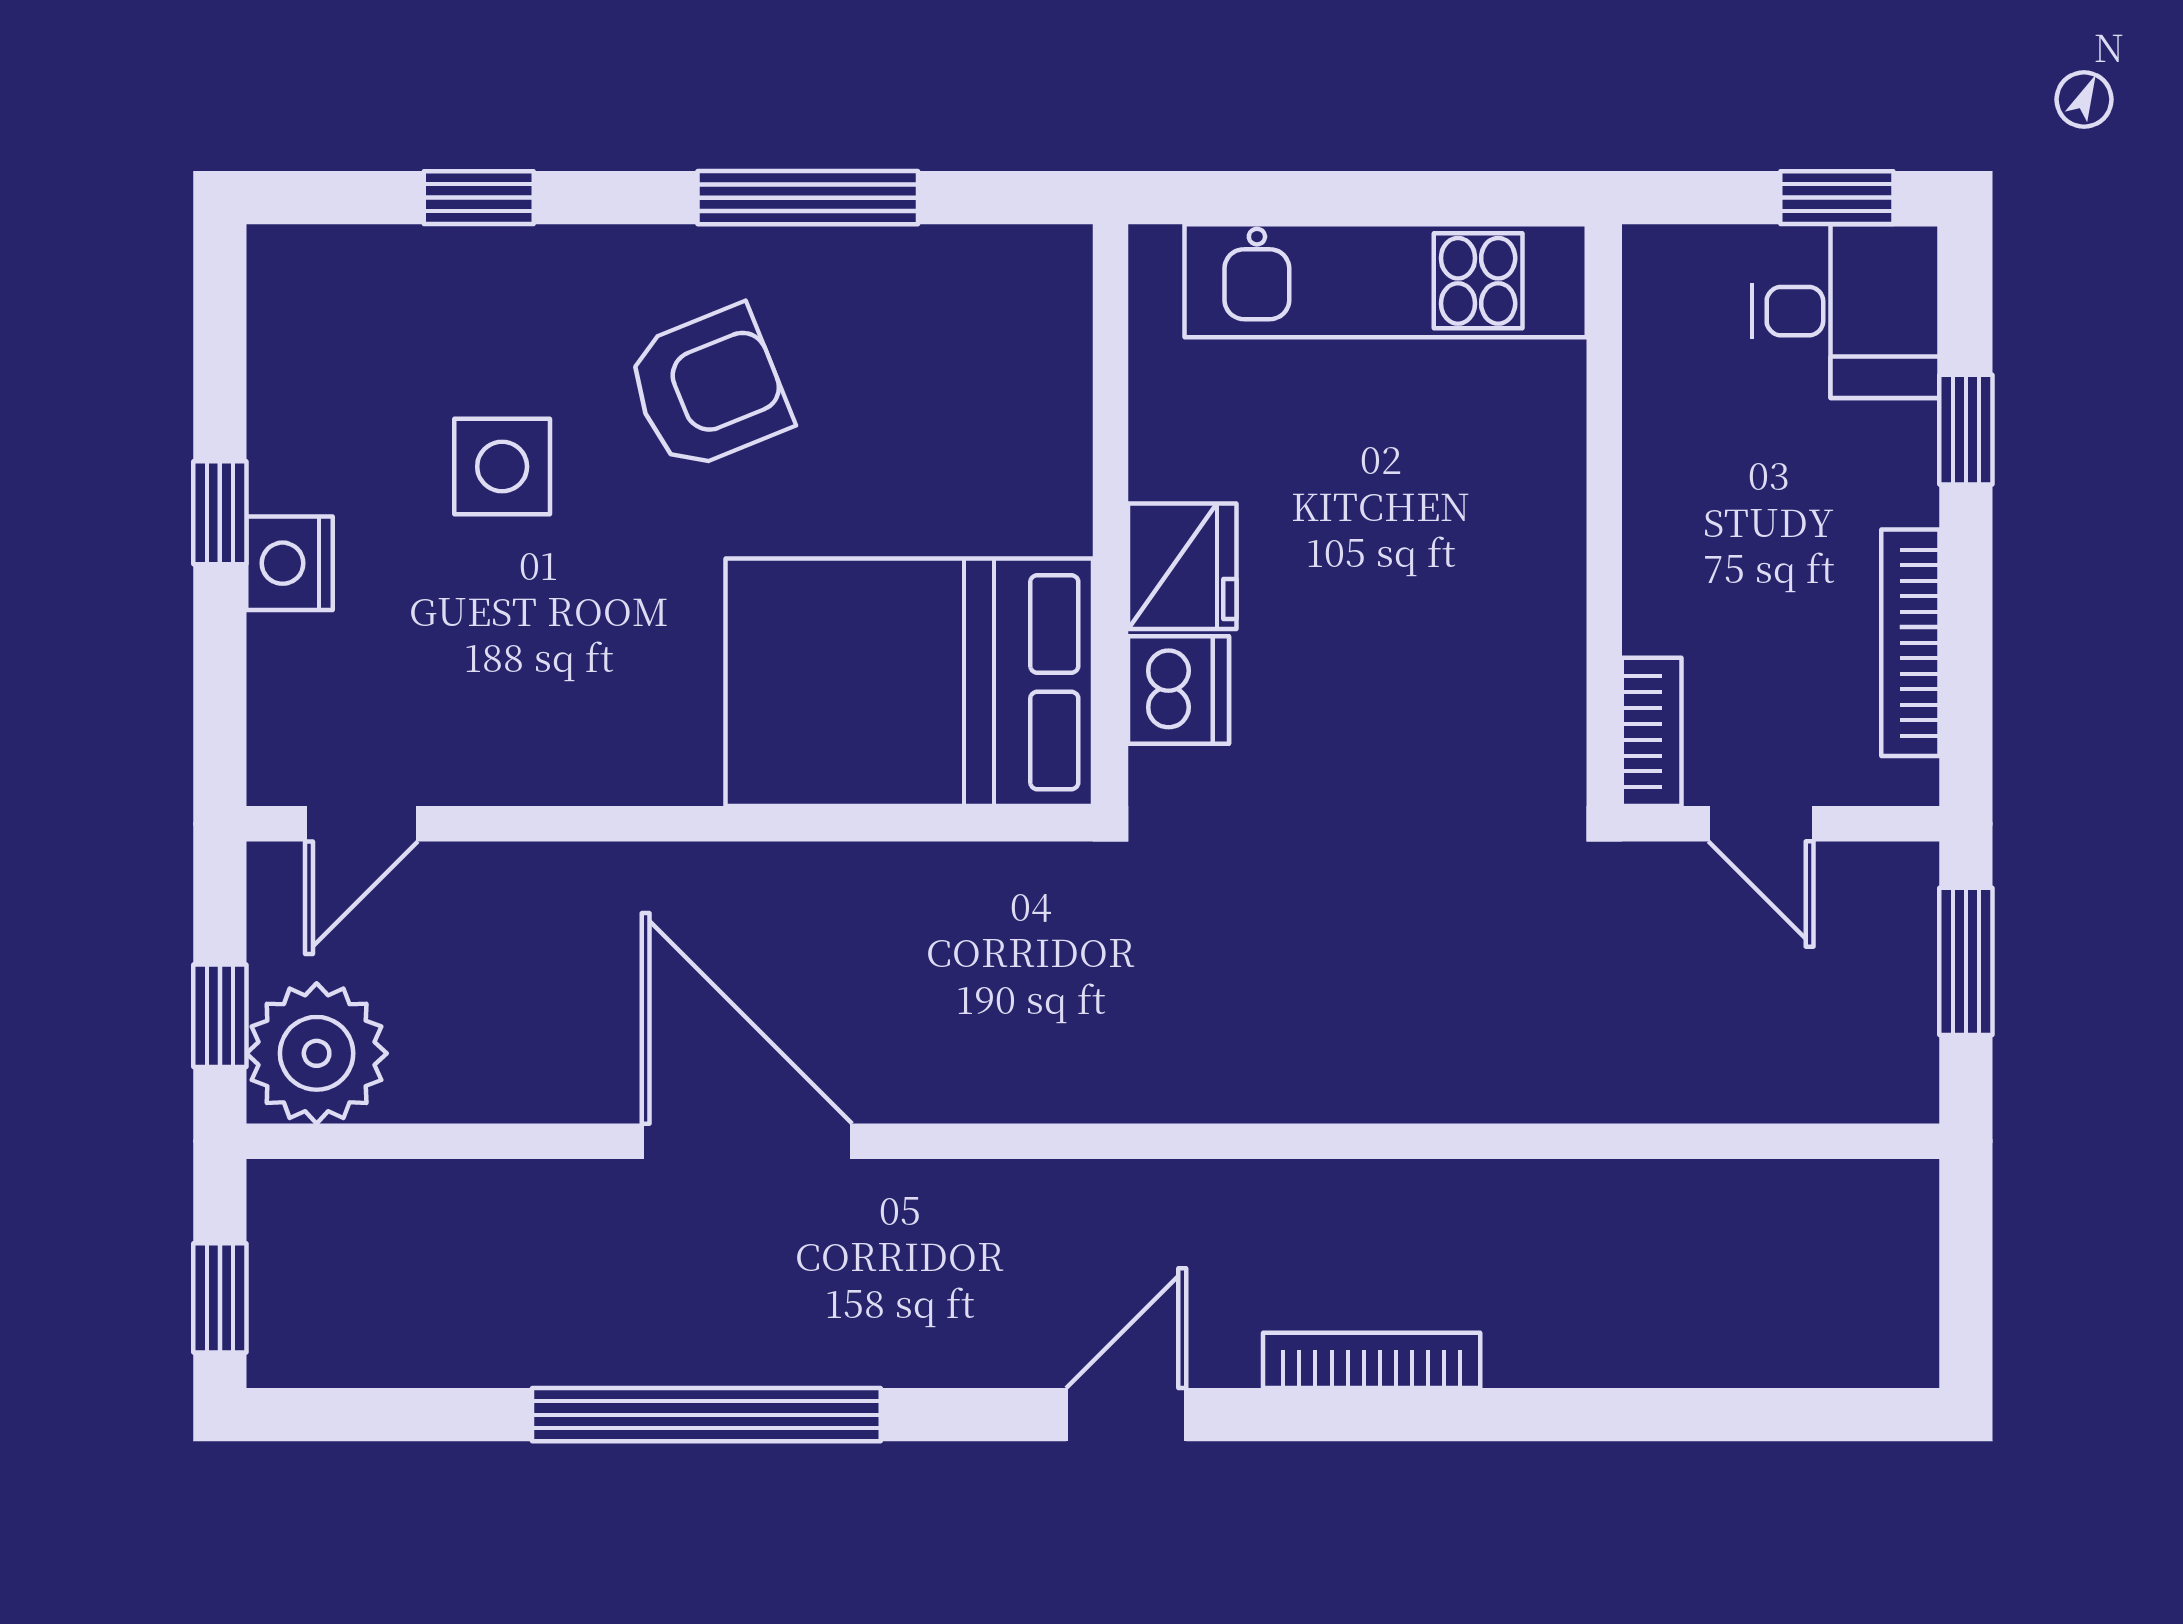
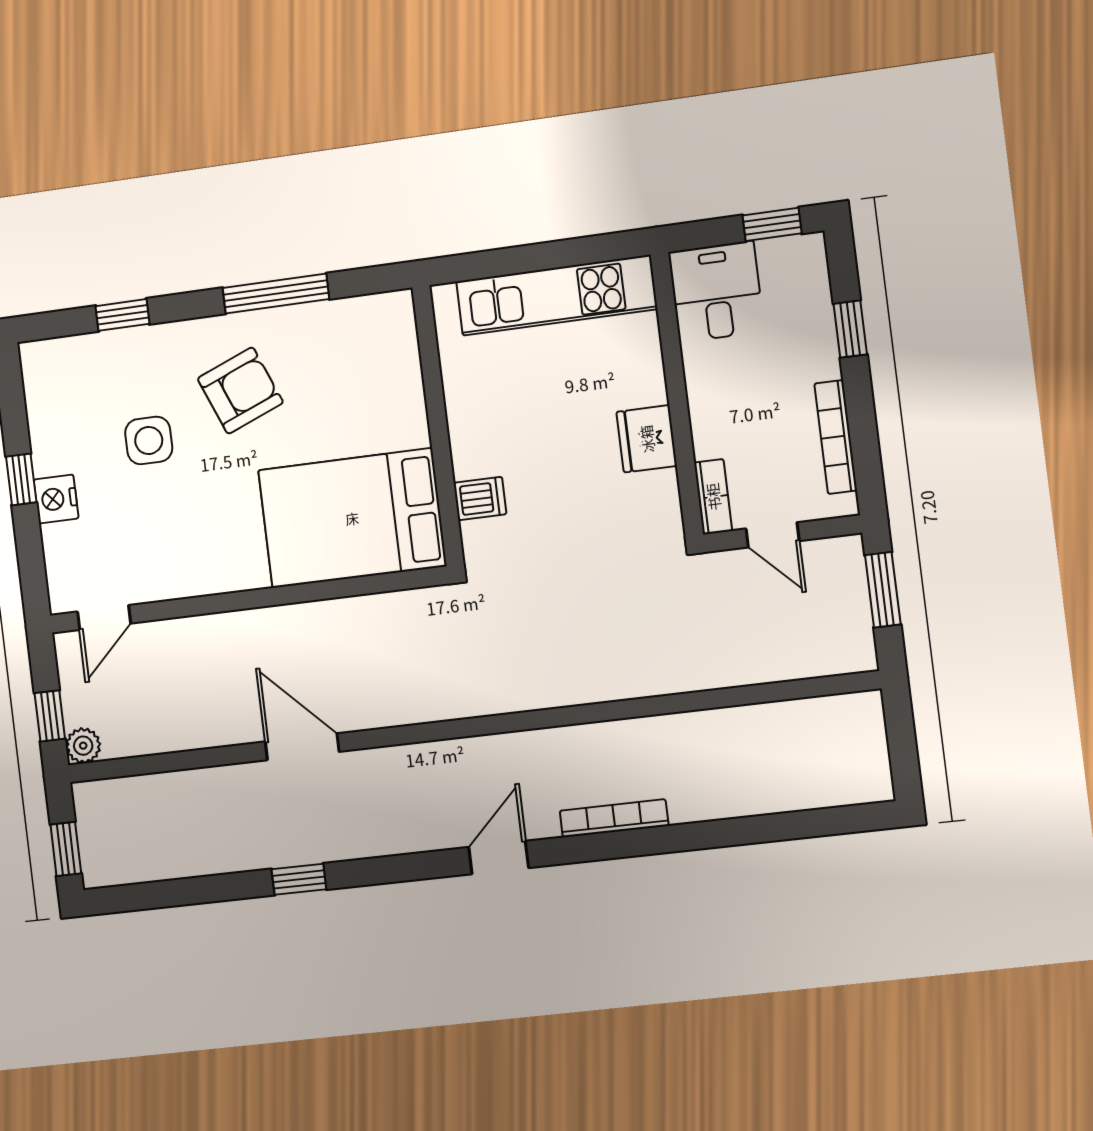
desk: (1846, 311) -> (716, 292), moved, turned -90
fridge: (1182, 566) -> (647, 439), moved, turned 180
dishwasher: (1179, 690) -> (480, 499), width x0.73
plant: (317, 1053) -> (83, 746), width x0.53, depth x0.53
door: (747, 1141) -> (302, 747), width x0.73
window: (706, 1415) -> (299, 879), width x0.32

